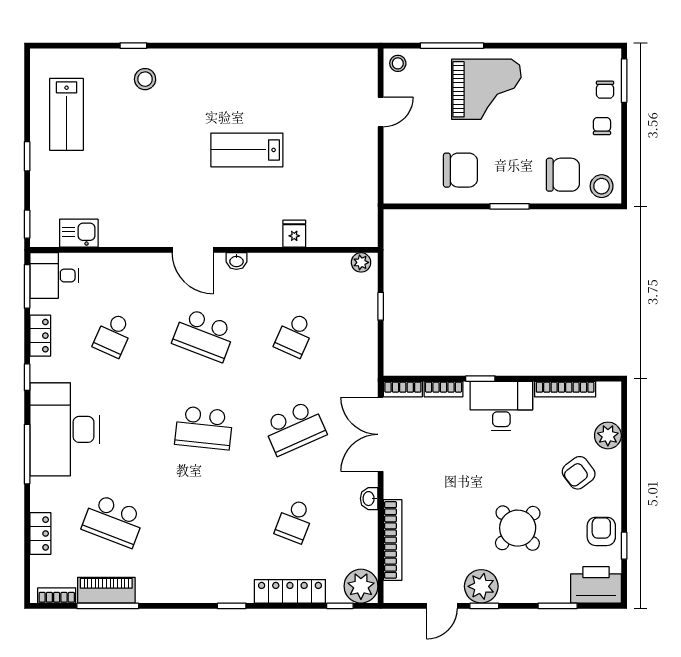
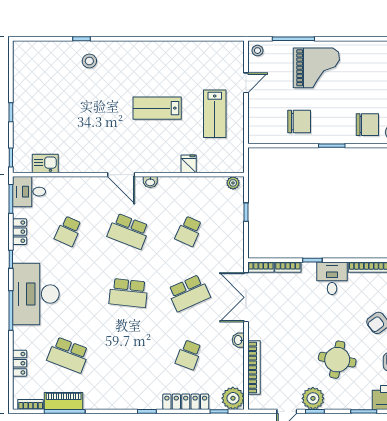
lab bench: (67, 114) -> (215, 114), moved
desk: (501, 406) -> (332, 278), width x0.73
round table: (518, 528) -> (337, 360), turned -35

